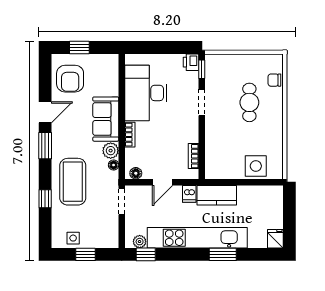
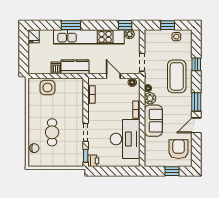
door: (163, 182) -> (113, 76), hinge flipped
dishwasher: (189, 194) -> (56, 68), moved

